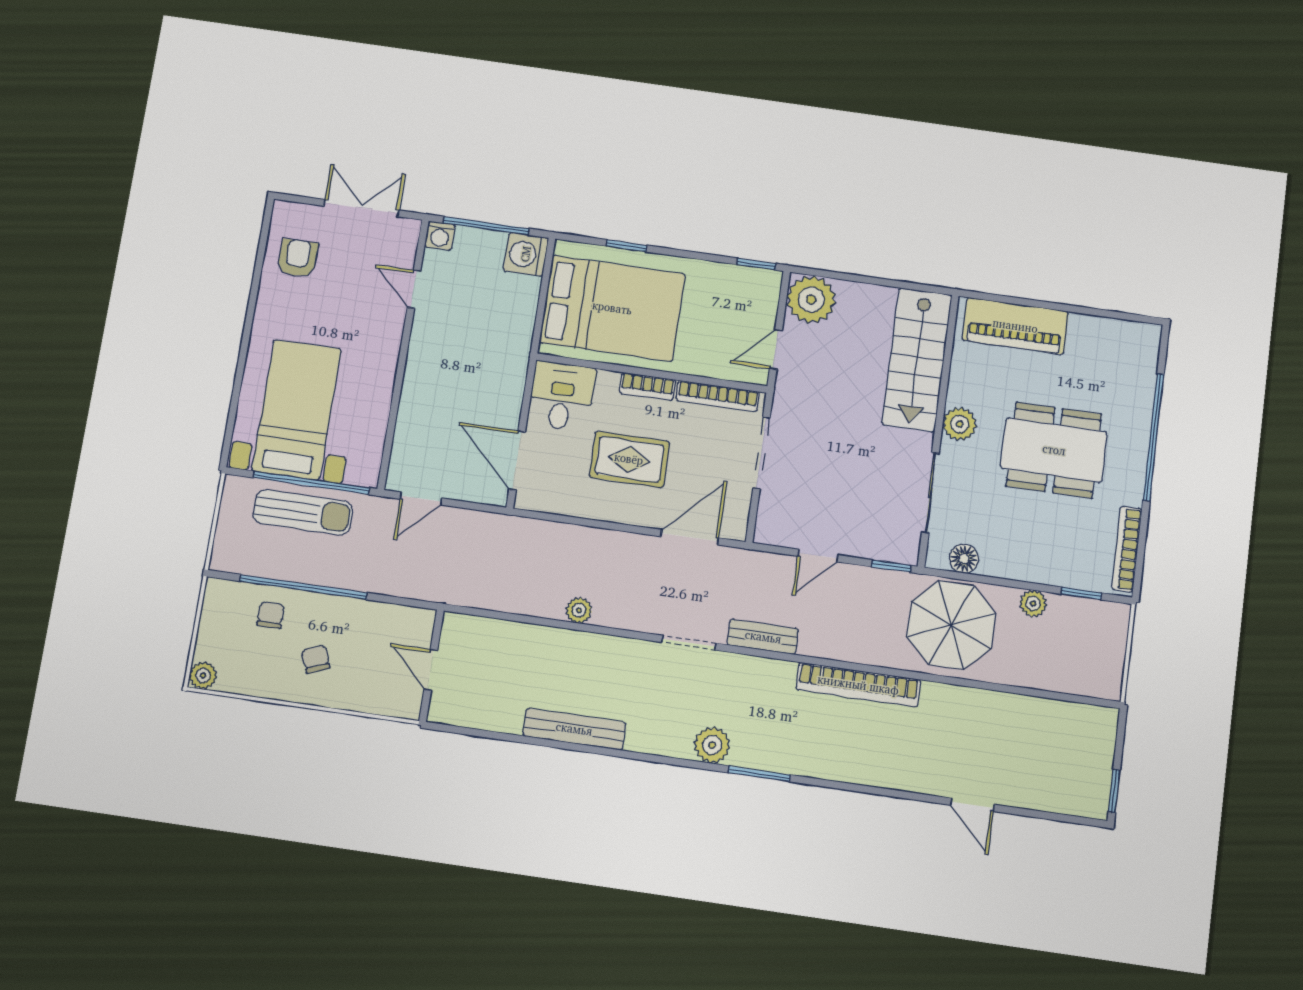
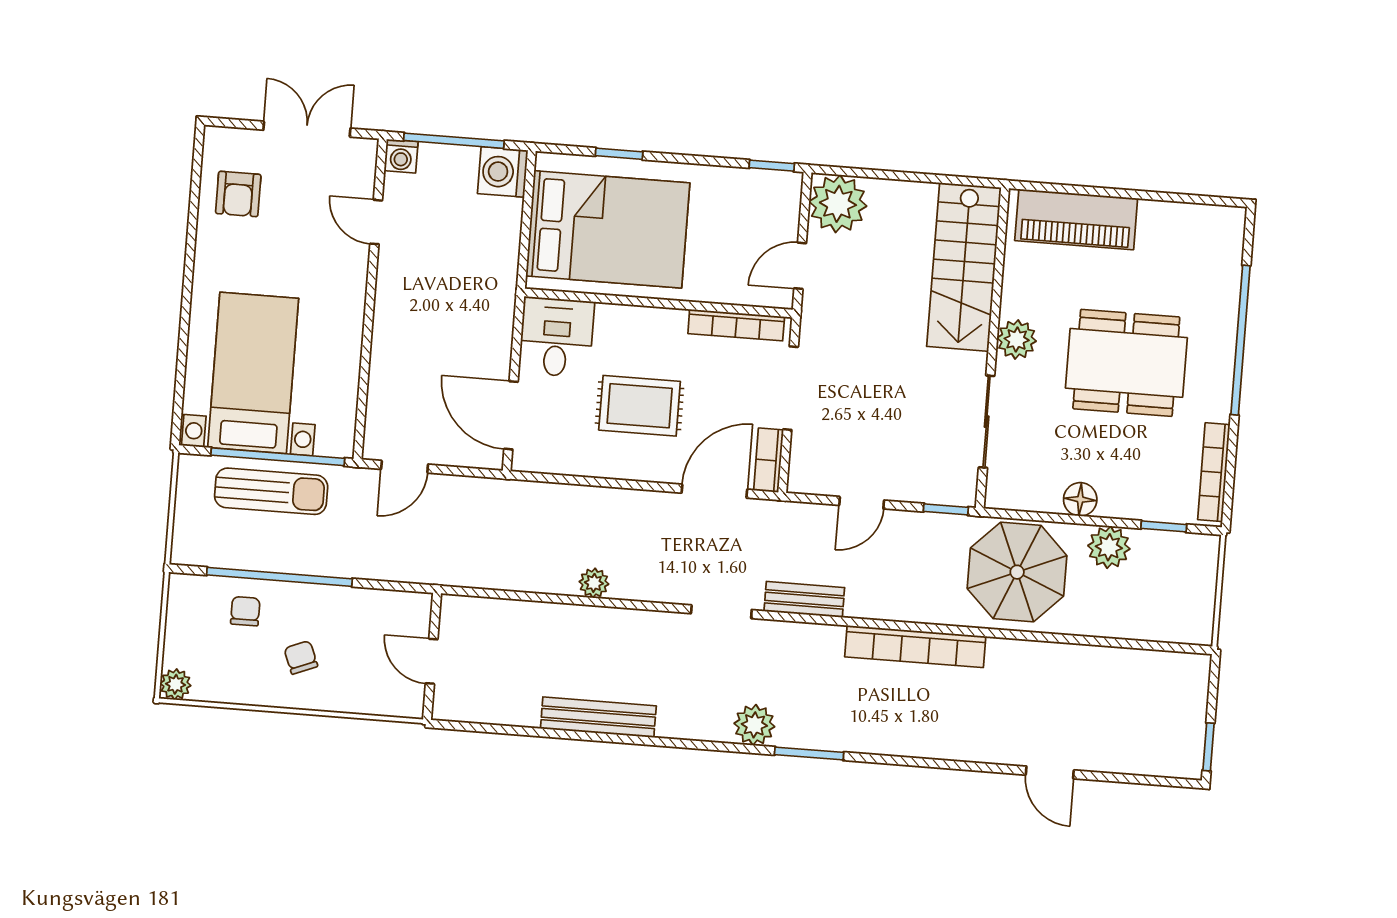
armchair: (298, 258) -> (238, 194), turned 180
bookcase: (647, 386) -> (769, 460), moved, turned 90
floor lamp: (964, 559) -> (1080, 499), moved
plant: (1033, 603) -> (1109, 547), width x1.38, depth x1.38

